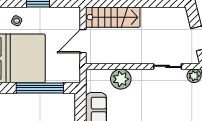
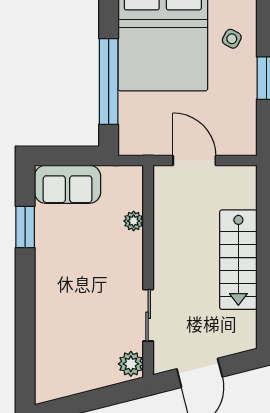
stairs: (113, 17) -> (238, 260), moved
plant: (121, 79) -> (134, 221), width x0.53, depth x0.53

